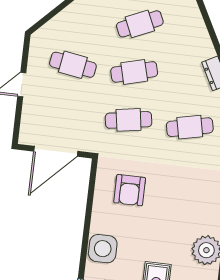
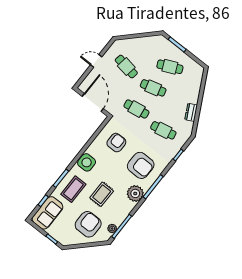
door: (56, 151) -> (93, 102), swing flipped
armchair: (130, 190) -> (116, 143), turned 180
armchair: (188, 202) -> (141, 165), added

